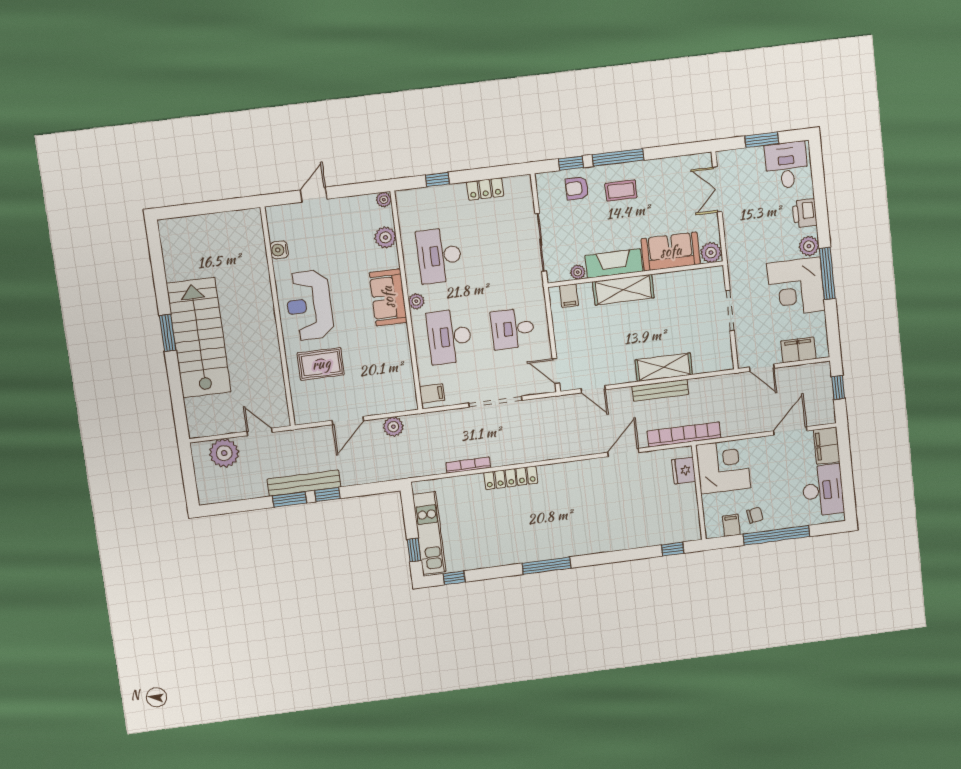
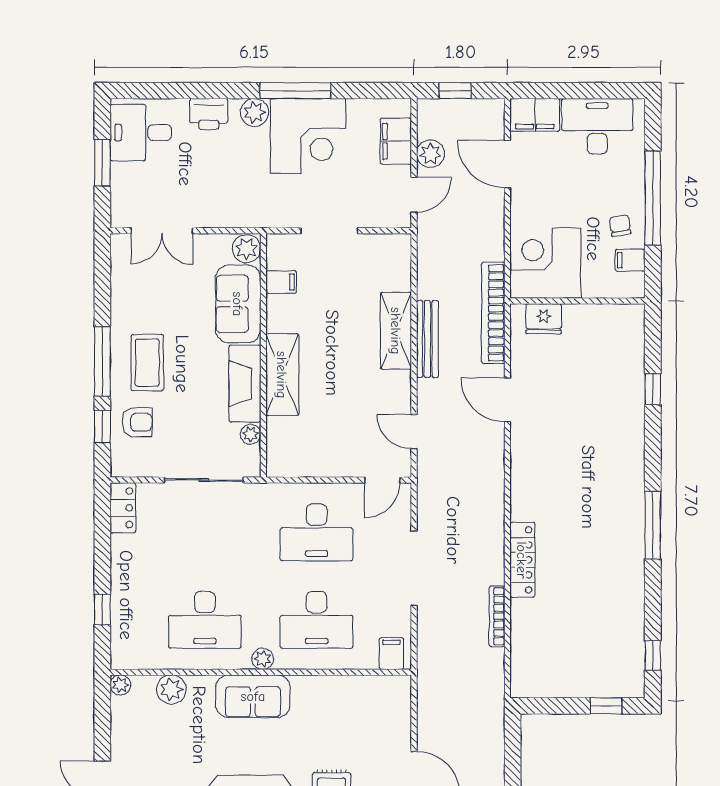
armchair: (577, 188) -> (137, 422), turned -90
locker: (485, 189) -> (123, 508), moved
coffee table: (621, 190) -> (147, 363), width x1.36, depth x1.30
filing cabinet: (569, 296) -> (281, 282), moved
desk: (513, 329) -> (317, 532), width x1.37
door: (593, 389) -> (414, 432), swing flipped
plant: (393, 427) -> (430, 154), moved
kitchen unit: (429, 533) -> (585, 682), removed
window: (673, 549) -> (653, 389), moved

